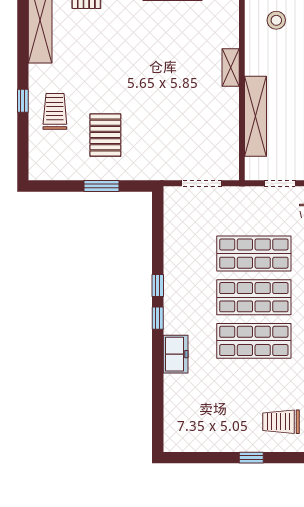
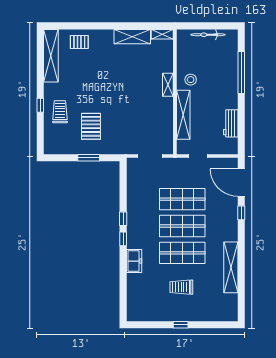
stool: (276, 20) -> (191, 80), moved
trolley: (281, 422) -> (181, 287), moved

